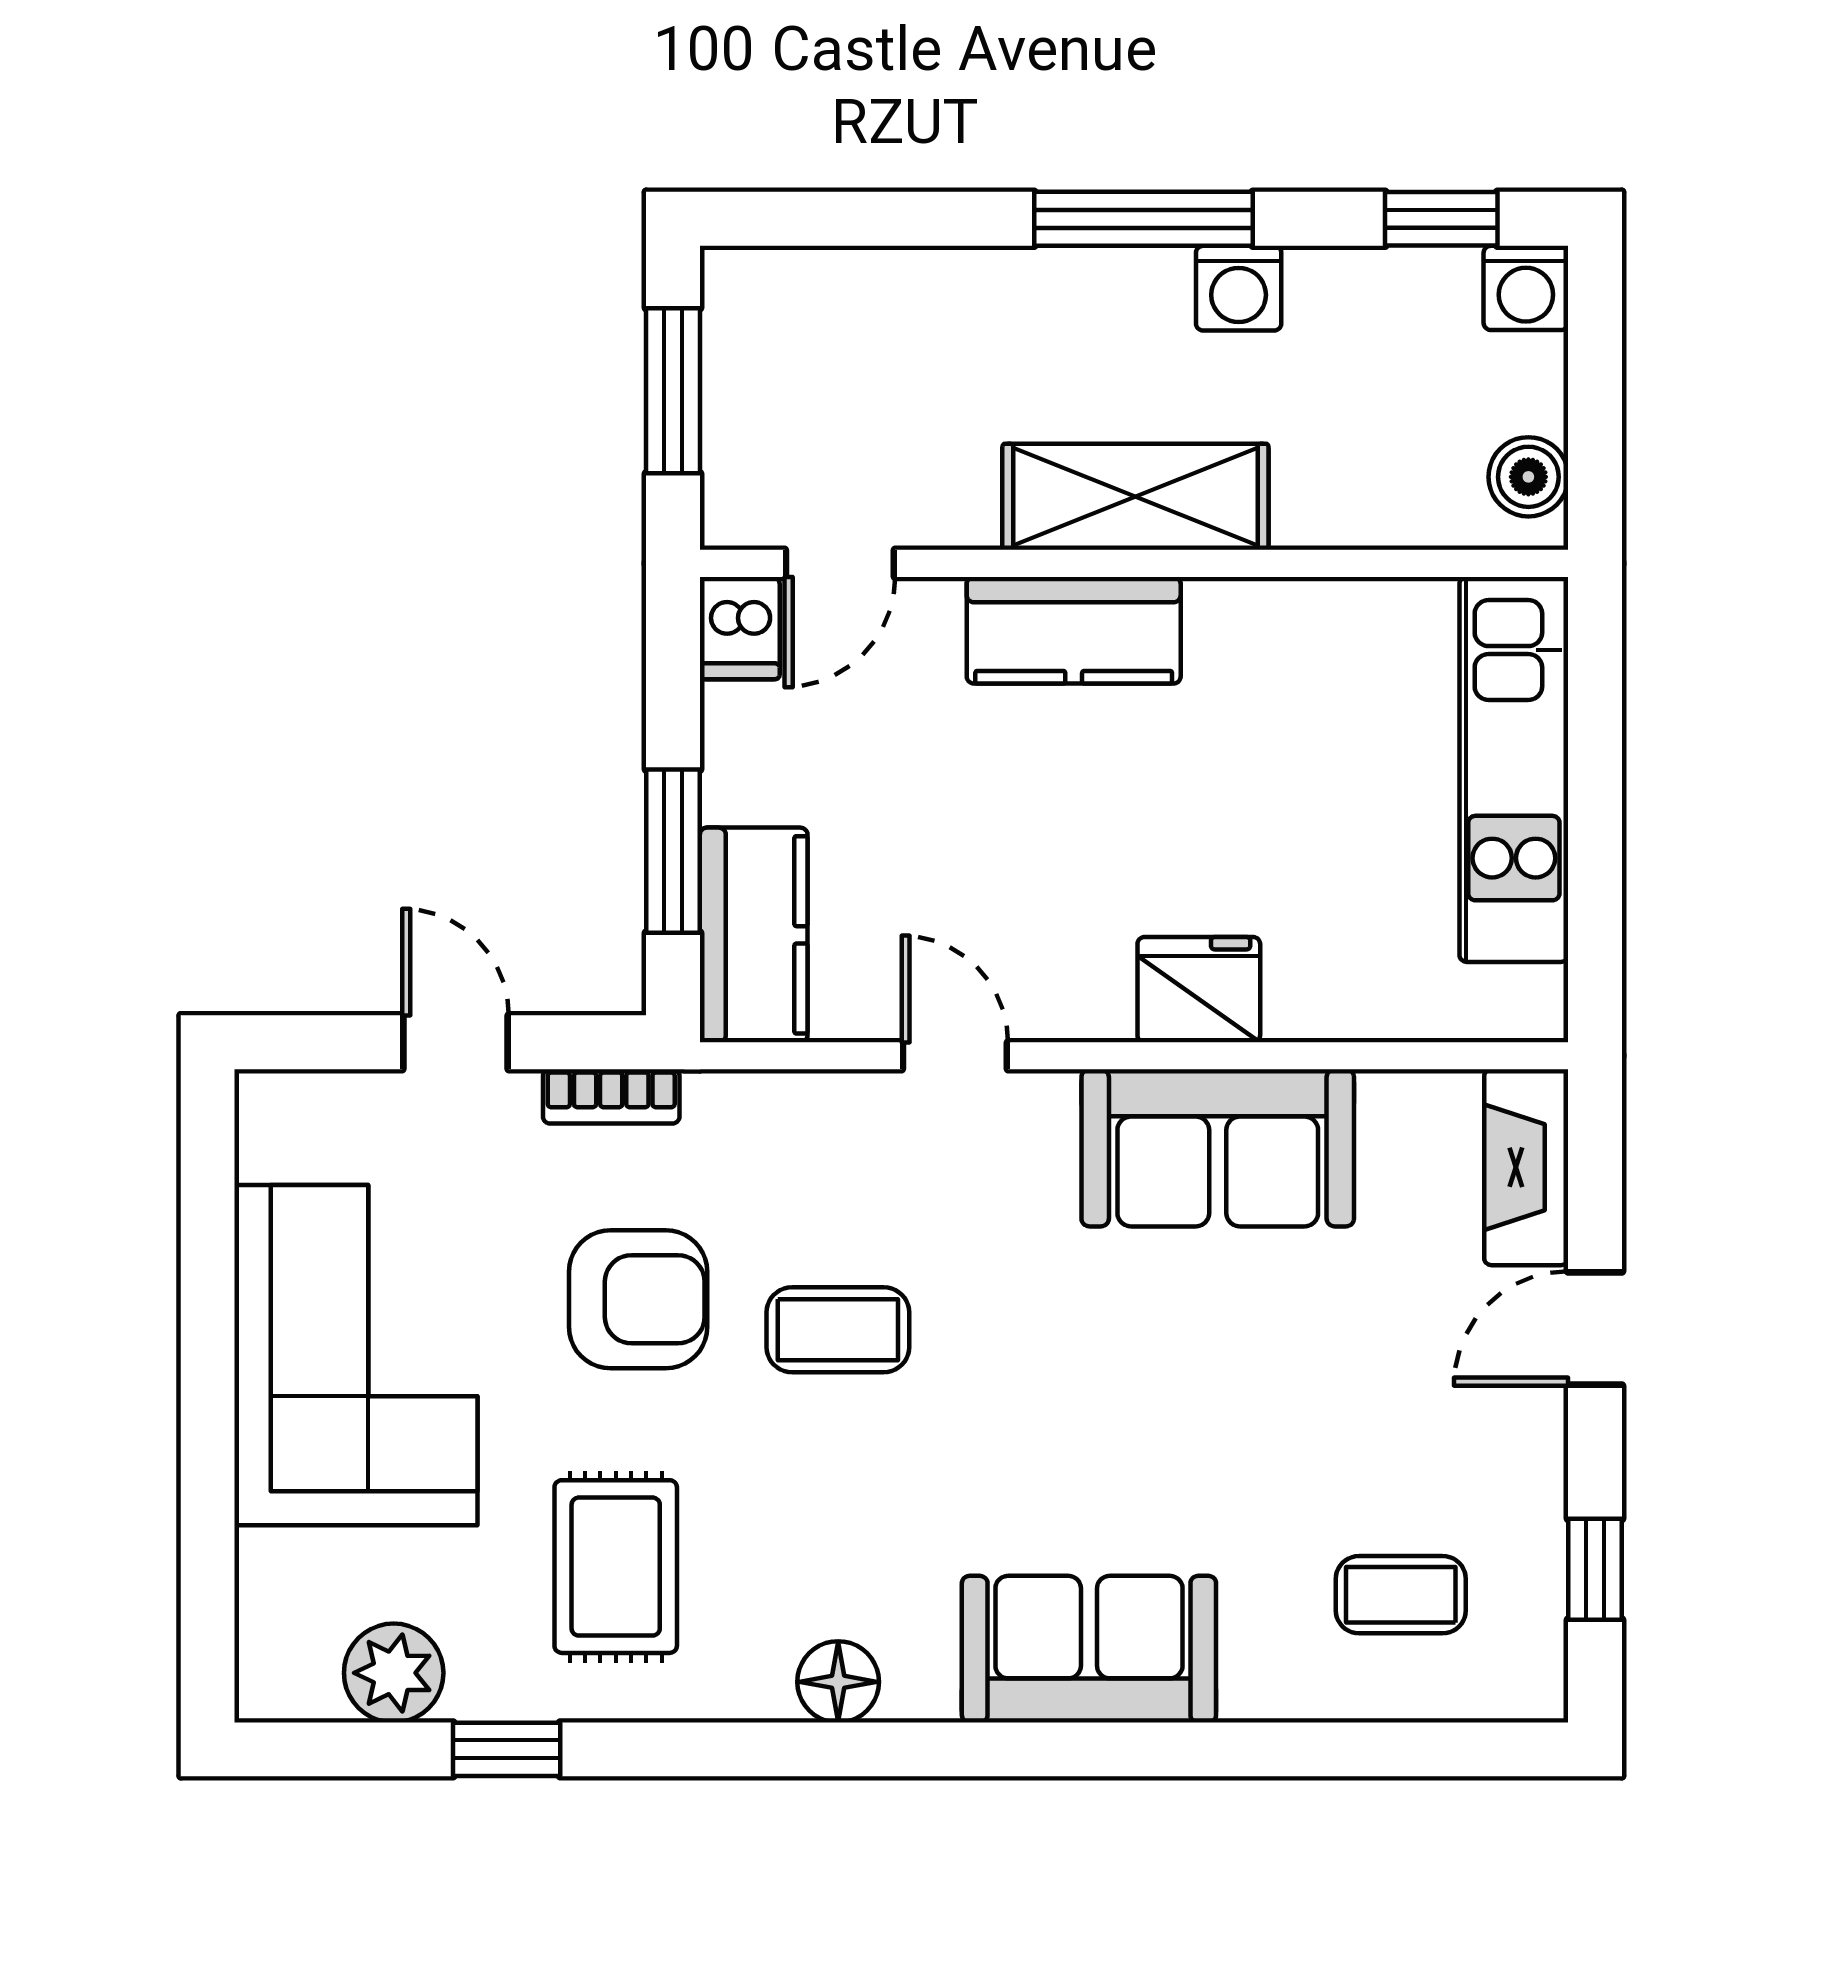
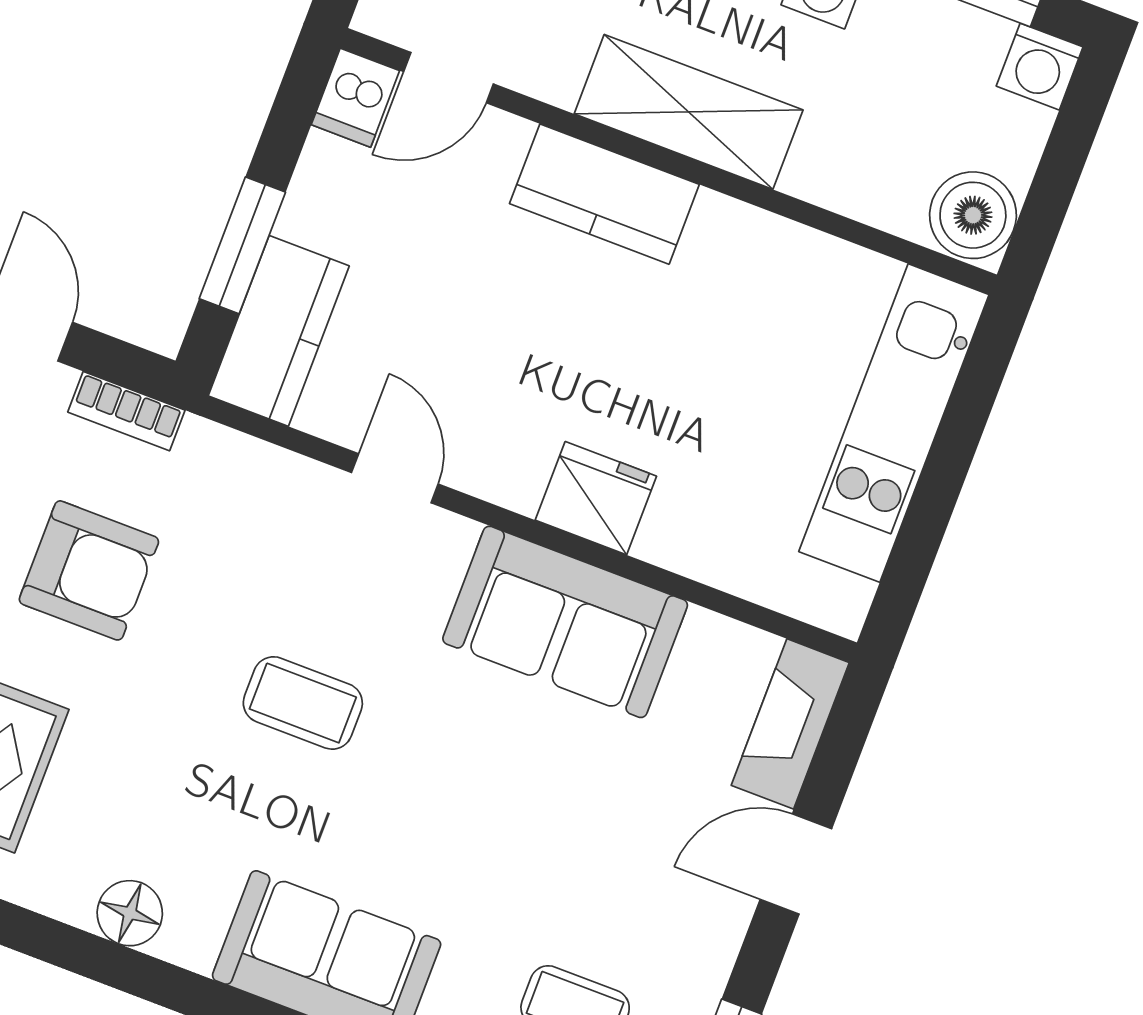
boiler: (1528, 477) -> (973, 215), width x1.36, depth x1.36
coffee table: (838, 1330) -> (303, 703), moved

